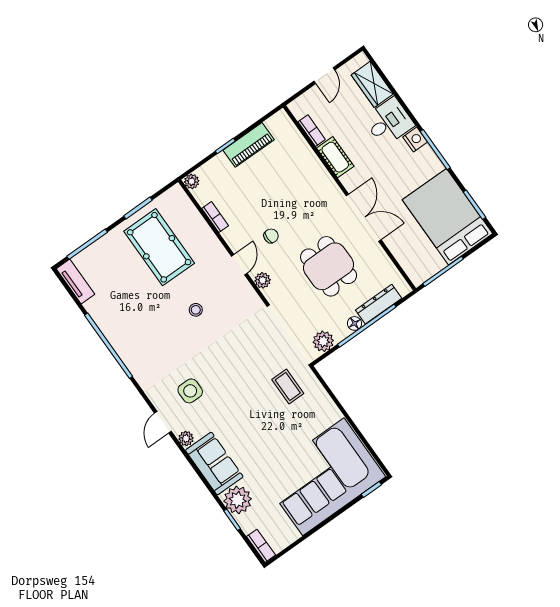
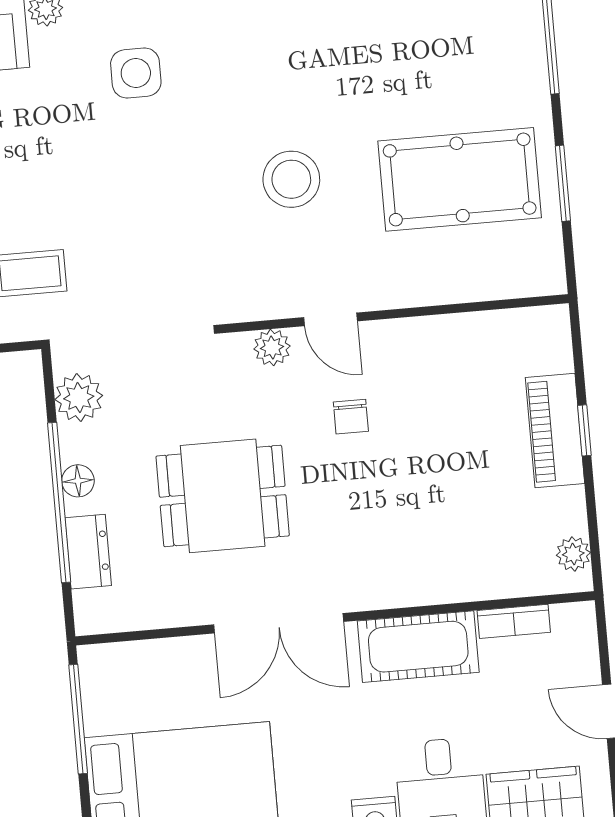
piano: (249, 145) -> (555, 431), moved
cot: (335, 157) -> (418, 647), width x1.37, depth x1.34
plant: (192, 181) -> (573, 554), moved
bookcase: (215, 217) -> (454, 327), removed
dresser: (379, 304) -> (88, 552), width x0.70
stool: (196, 310) -> (291, 179), width x1.89, depth x1.89

